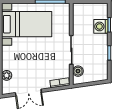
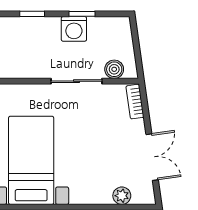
washing machine: (101, 26) -> (74, 29), moved

